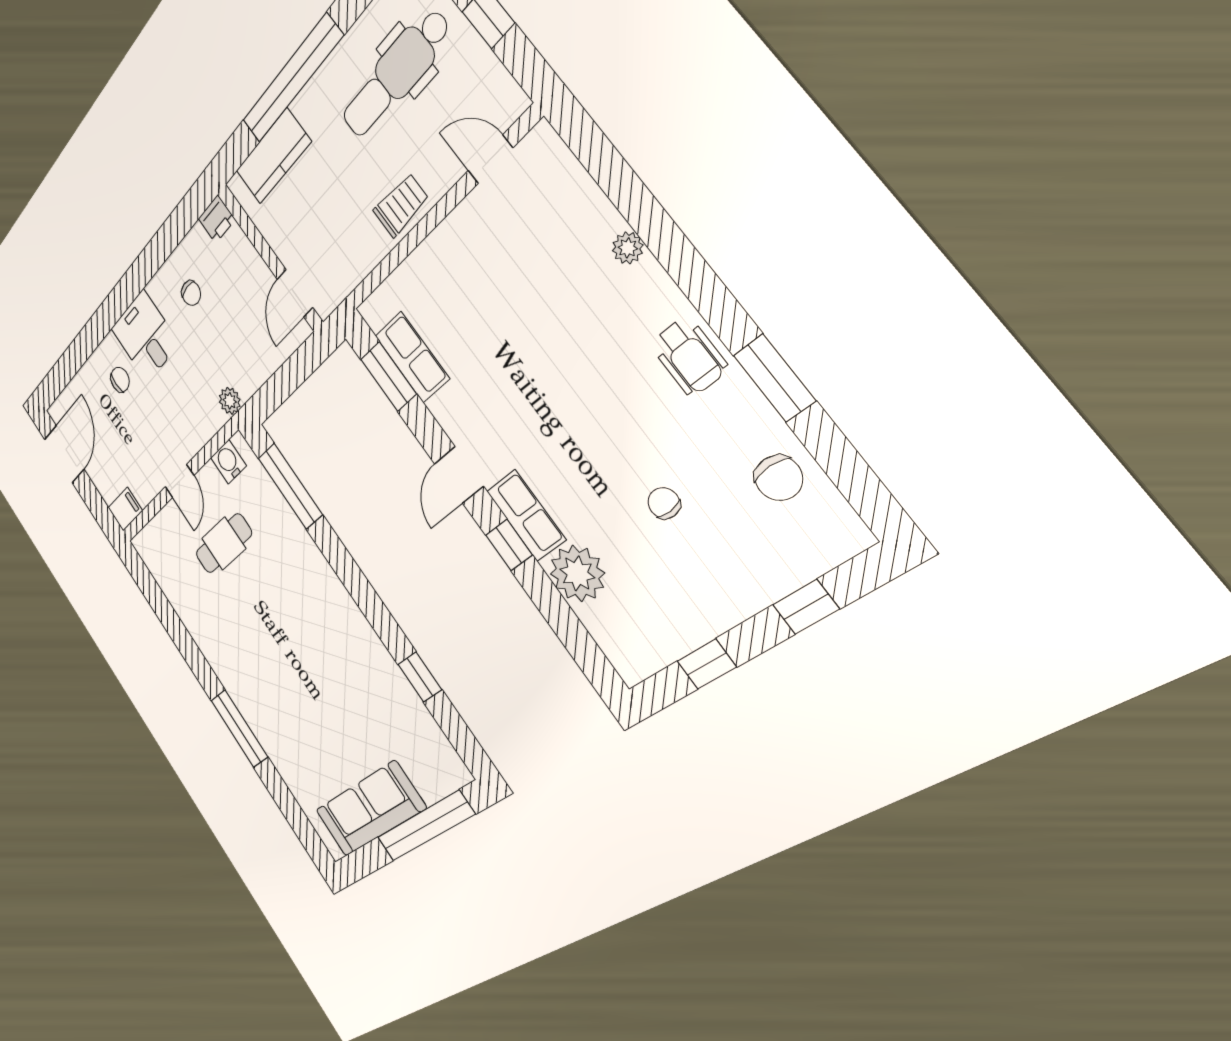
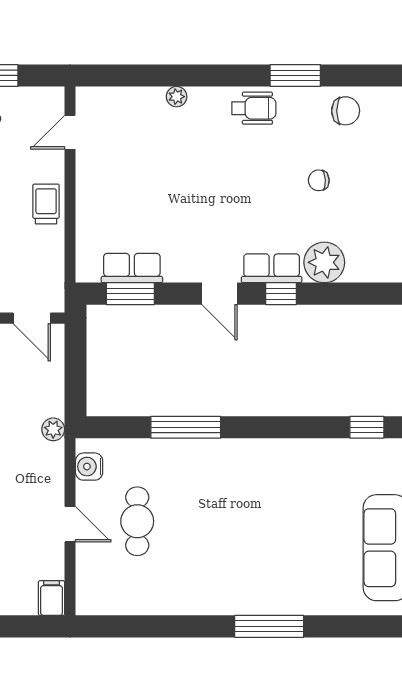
window: (290, 486) -> (186, 427), moved
window: (420, 677) -> (367, 427), moved

